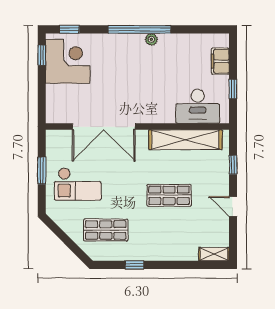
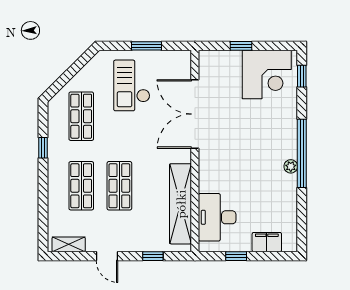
window: (42, 55) -> (241, 46), moved
door: (233, 207) -> (107, 256), swing flipped
shop shelf: (169, 230) -> (81, 186), added
shelving: (214, 254) -> (69, 244), moved, turned 90

